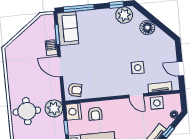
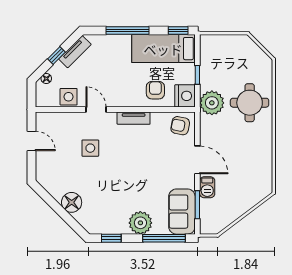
plant: (124, 15) -> (140, 223), moved
tv unit: (160, 87) -> (134, 118), moved

